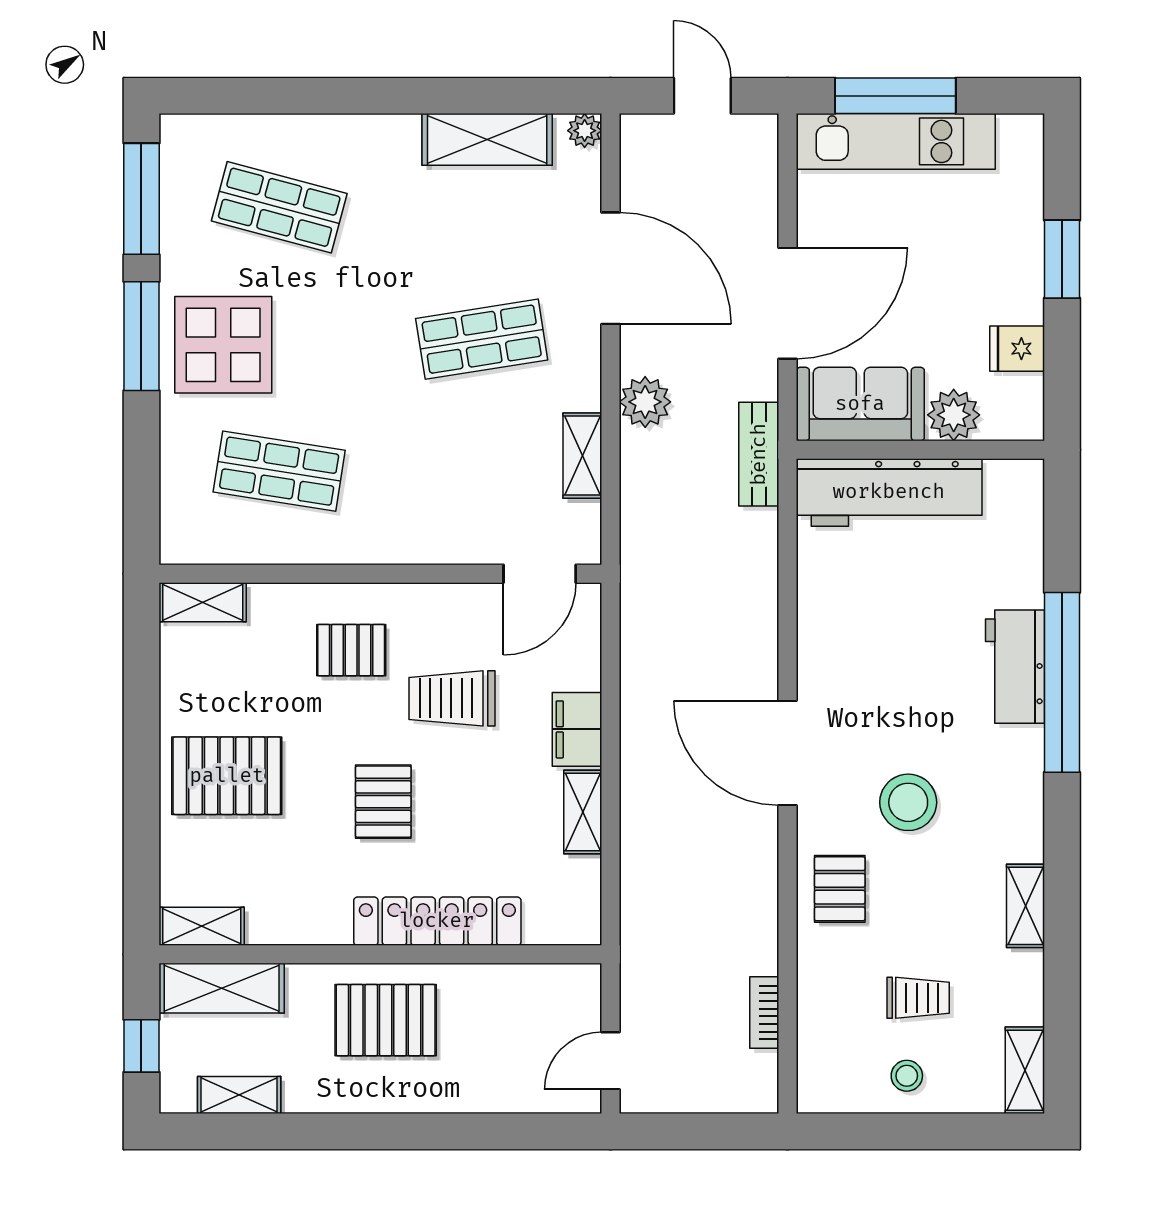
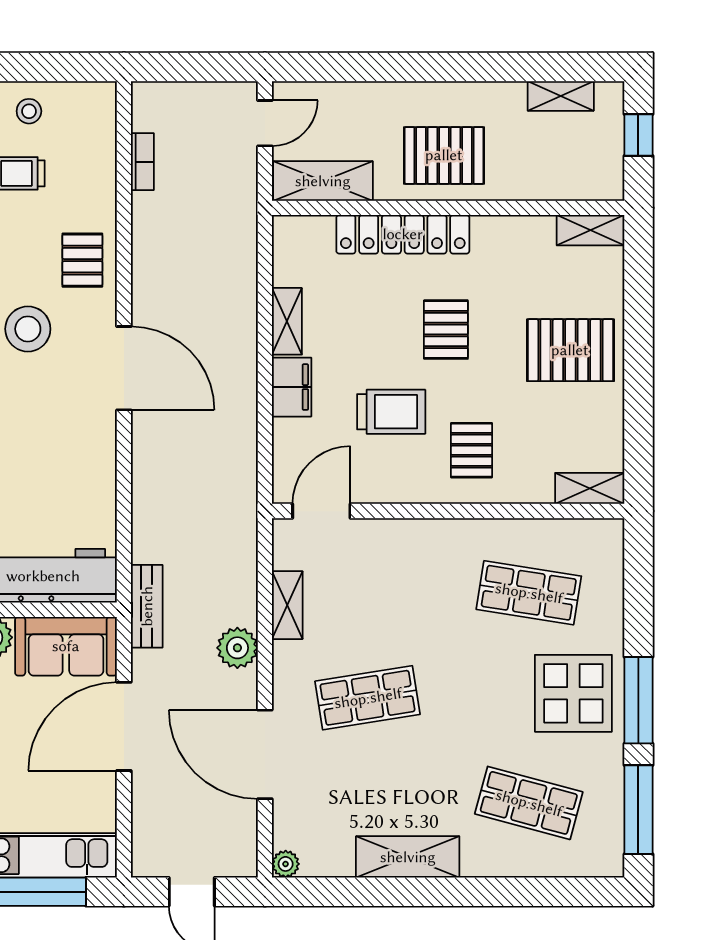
shelving: (487, 139) -> (408, 857), moved
pallet: (351, 650) -> (471, 450), turned 90
shelving: (222, 988) -> (323, 181), moved

